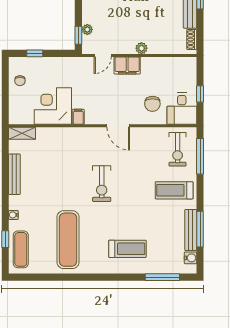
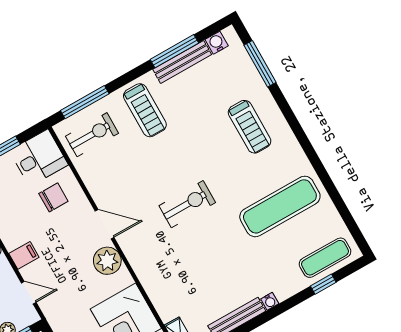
filing cabinet: (127, 65) -> (24, 255), width x0.50
plant: (95, 115) -> (107, 261), added
filing cabinet: (78, 117) -> (121, 280), removed
door: (118, 126) -> (105, 224), hinge flipped
water cooler: (13, 215) -> (270, 301), moved
treadmill: (127, 249) -> (250, 127), turned 180

